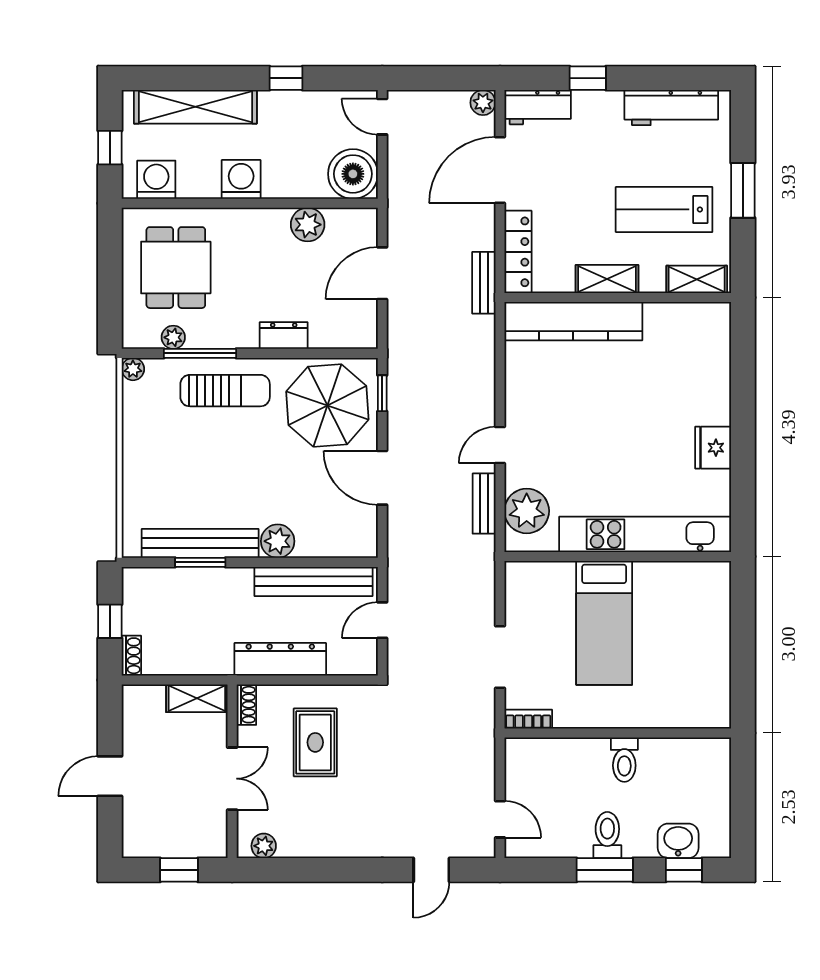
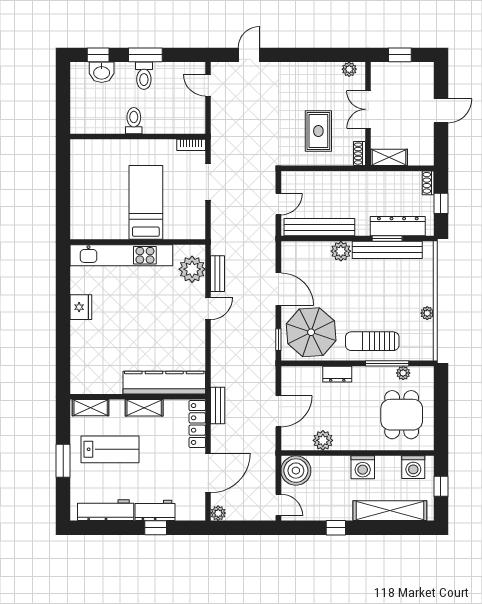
workbench: (538, 107) -> (155, 510), moved
plant: (133, 369) -> (427, 313), moved
dresser: (280, 659) -> (398, 226), moved, turned 180

